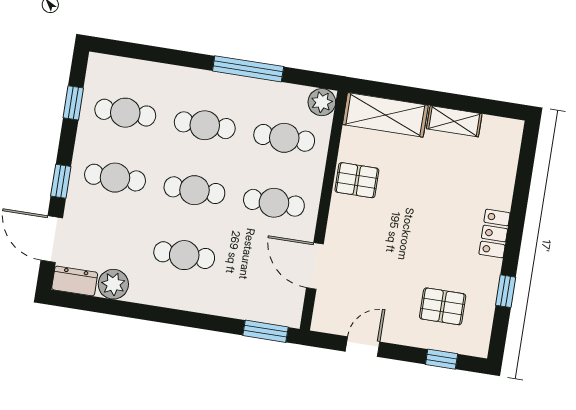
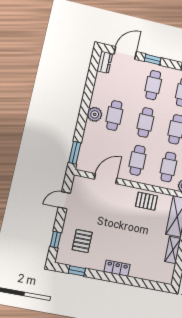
pallet: (357, 180) -> (146, 201), turned 90
plant: (113, 284) -> (95, 114), moved
window: (506, 291) -> (77, 271), moved
door: (362, 347) -> (64, 200), swing flipped

